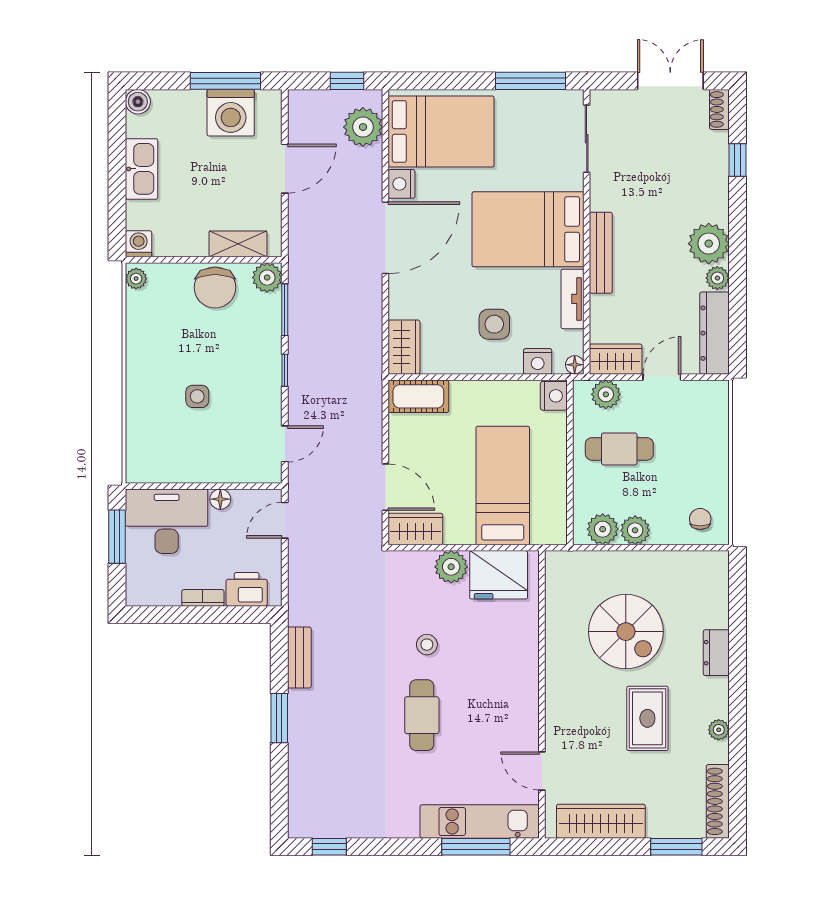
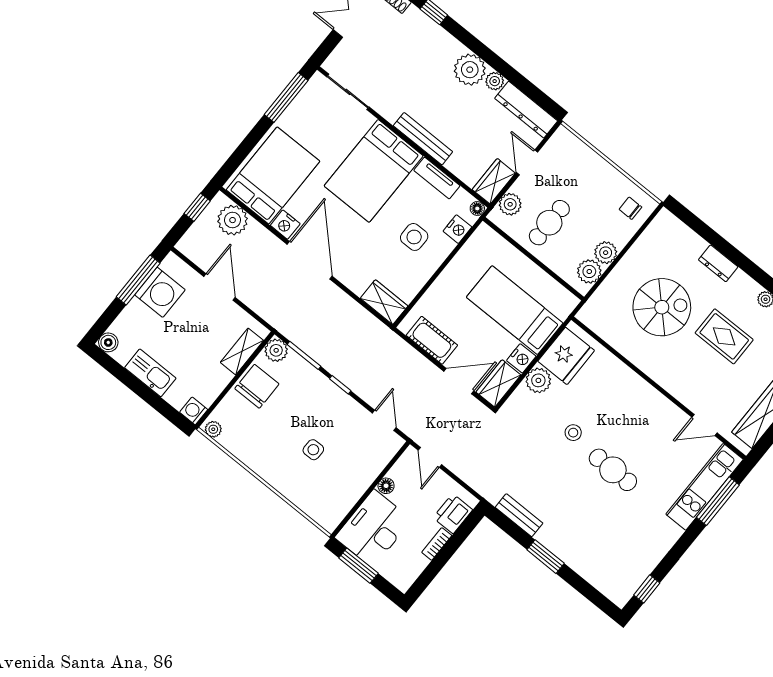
chair: (215, 288) -> (257, 386), turned -90
cot: (418, 396) -> (432, 340), moved, turned 90
nightstand: (554, 396) -> (521, 358), moved, turned 90

